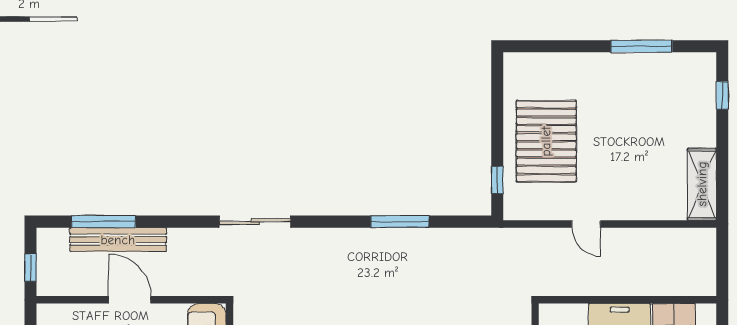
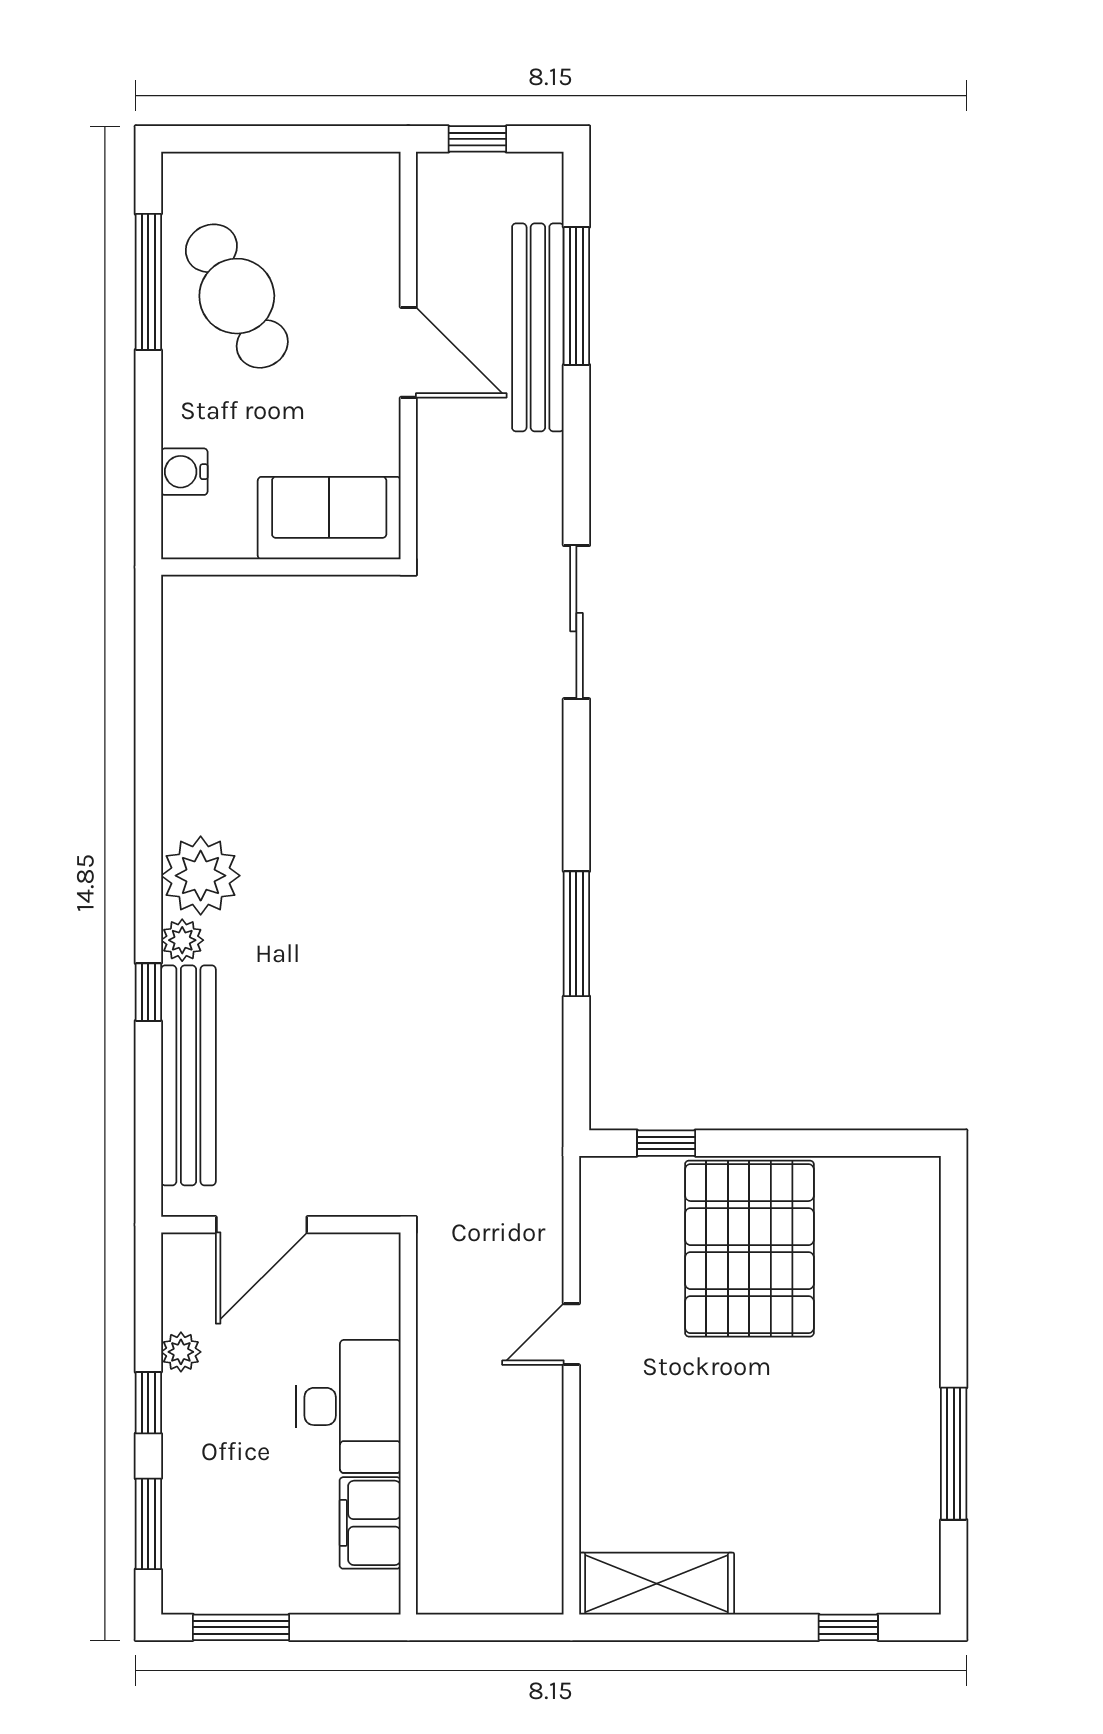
pallet: (546, 141) -> (749, 1249), turned 90
door: (130, 300) -> (408, 352), hinge flipped

